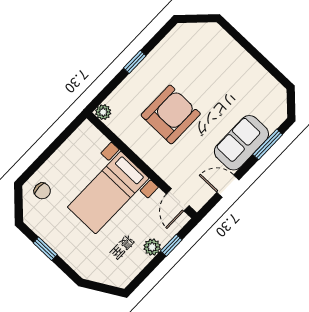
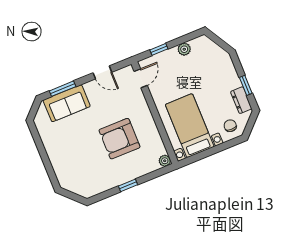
sofa: (241, 143) -> (67, 103), moved
bed with nightstands: (108, 193) -> (190, 126), moved, turned -90
dresser: (43, 228) -> (241, 100), added
plant: (152, 247) -> (184, 49), moved

